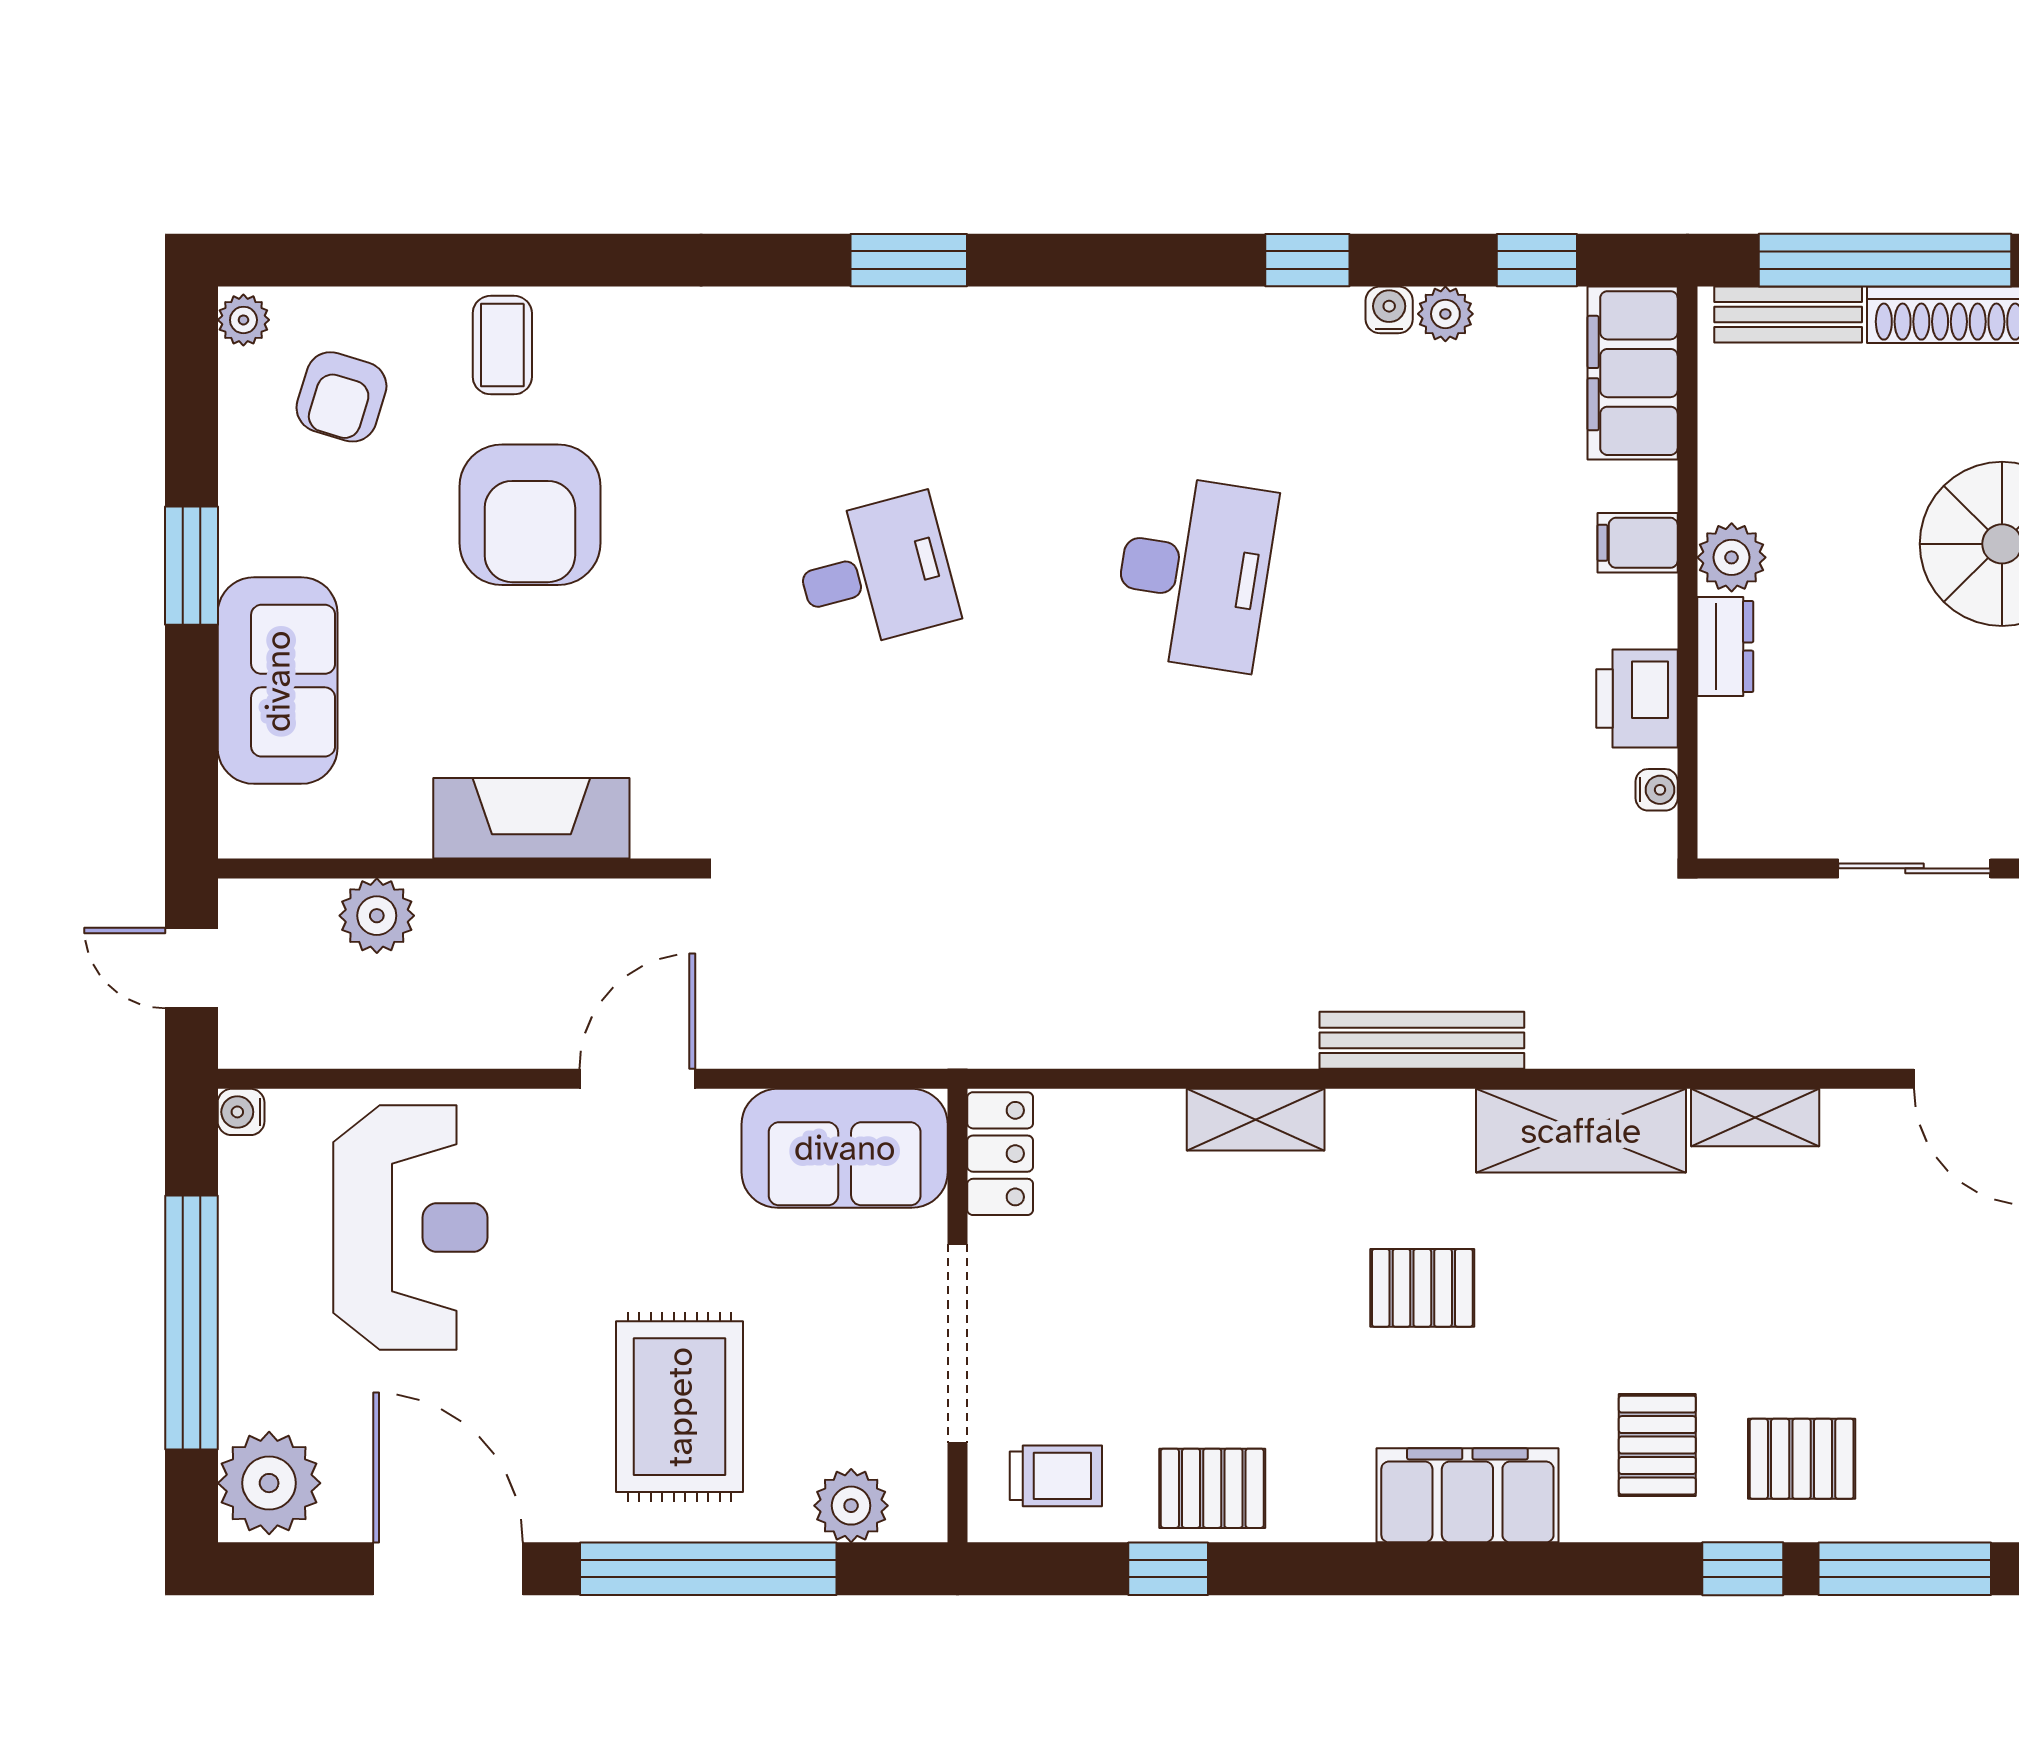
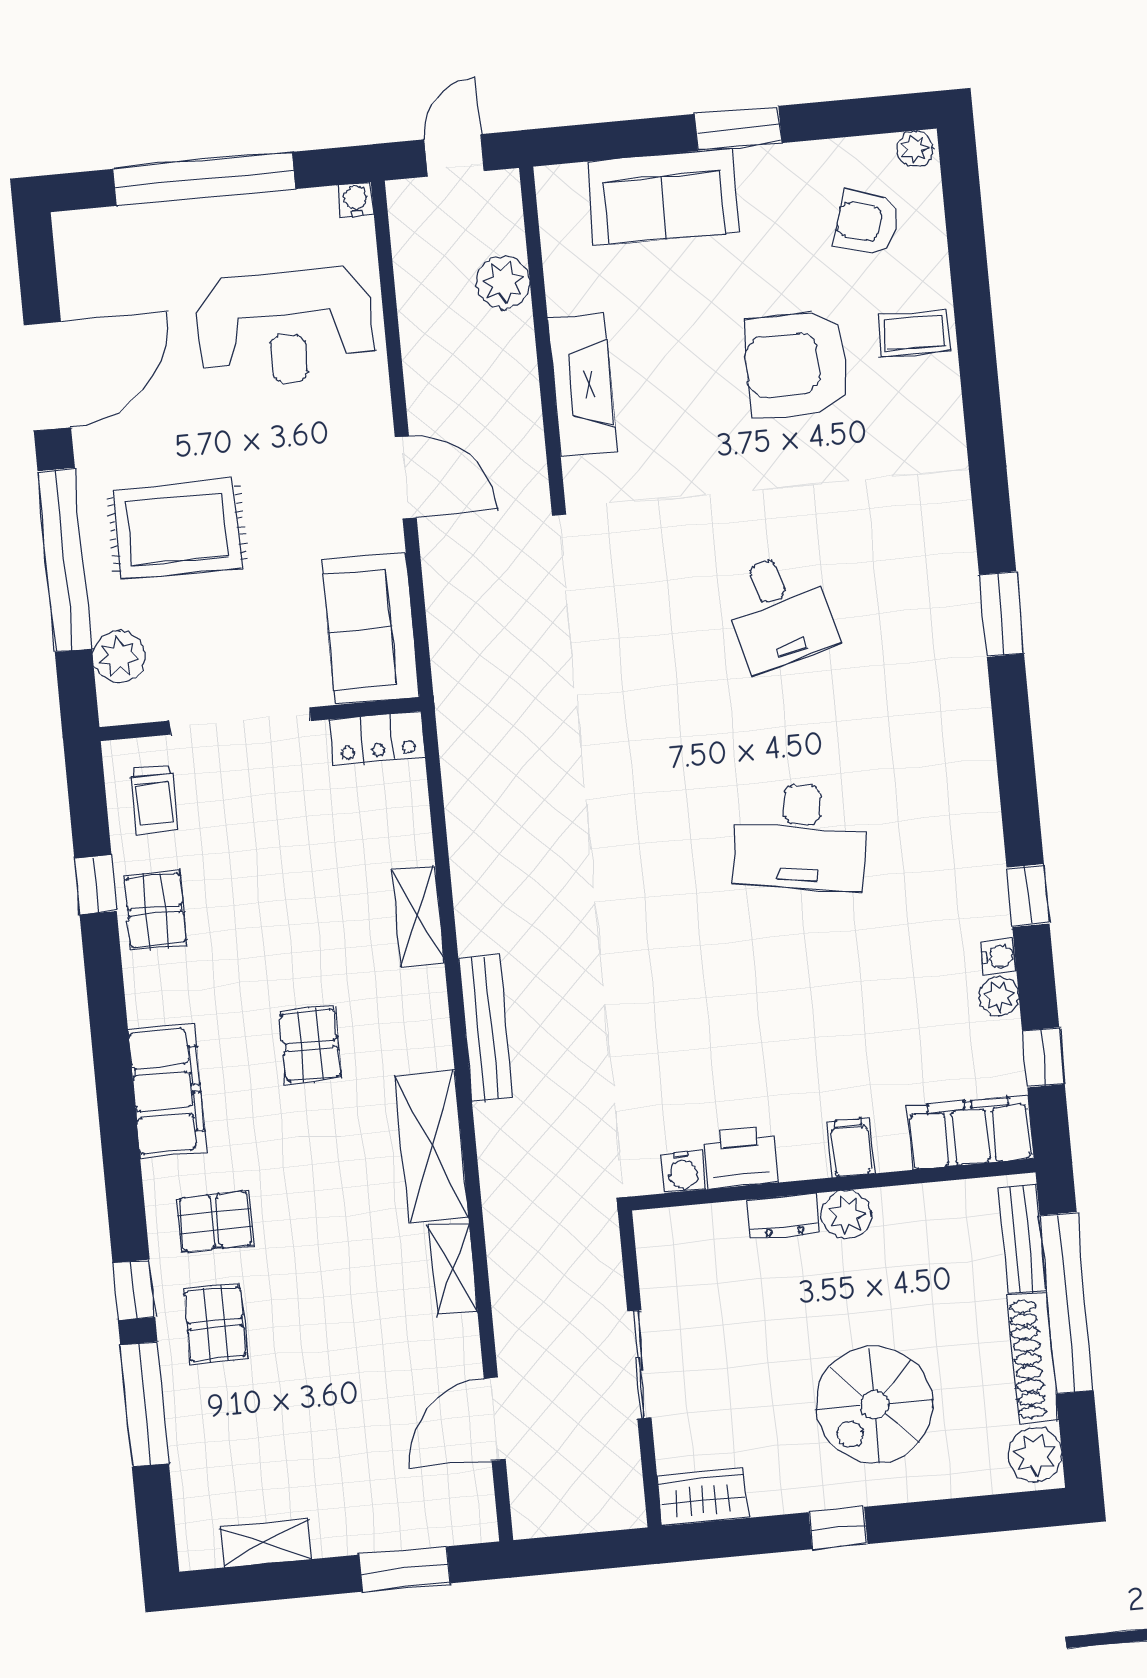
water cooler: (1657, 790) -> (683, 1171), width x1.38, depth x1.38
plant: (269, 1483) -> (96, 244), removed

